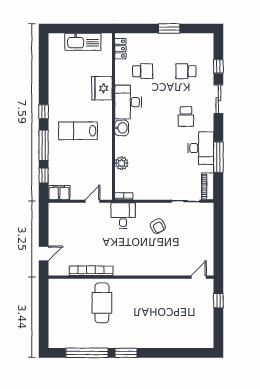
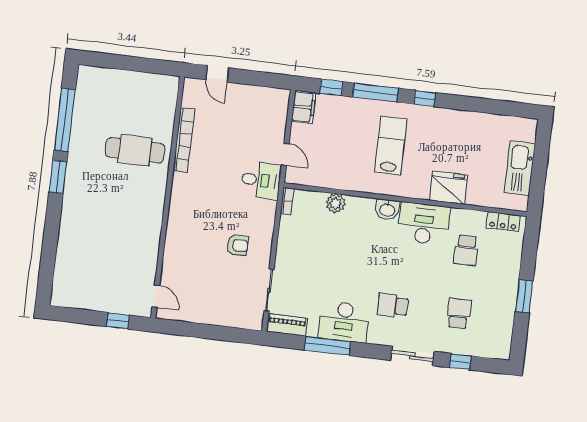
desk: (123, 216) -> (261, 180), moved
armchair: (158, 226) -> (238, 245), turned -152

